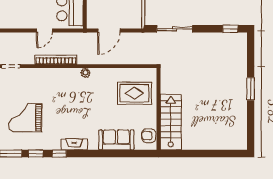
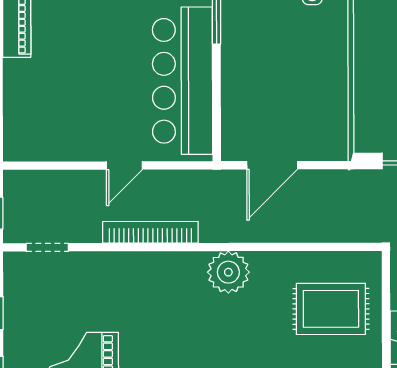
plant: (85, 73) -> (228, 272), width x1.87, depth x1.87

